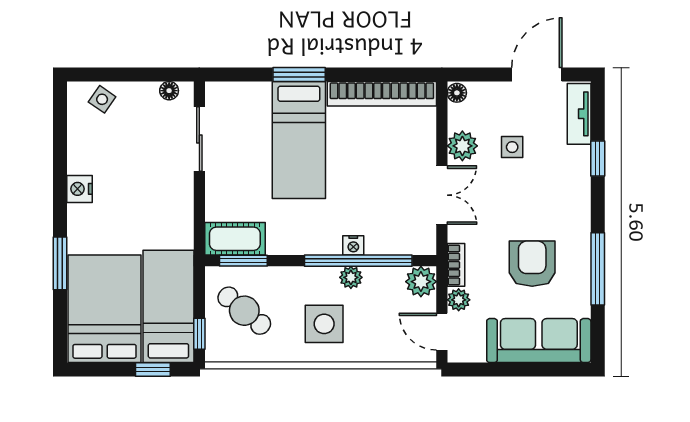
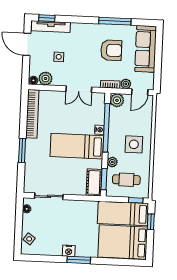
tv unit: (579, 114) -> (51, 27), width x1.41
bed: (299, 140) -> (77, 146), moved, turned 180
plant: (462, 146) -> (45, 78), moved
window: (598, 158) -> (47, 18), moved
double door: (442, 195) -> (79, 89), swing flipped
window: (60, 263) -> (79, 260), moved
armchair: (532, 264) -> (111, 50), turned 180
plant: (351, 277) -> (112, 162), moved
cafe table: (244, 311) -> (126, 180), turned 50

